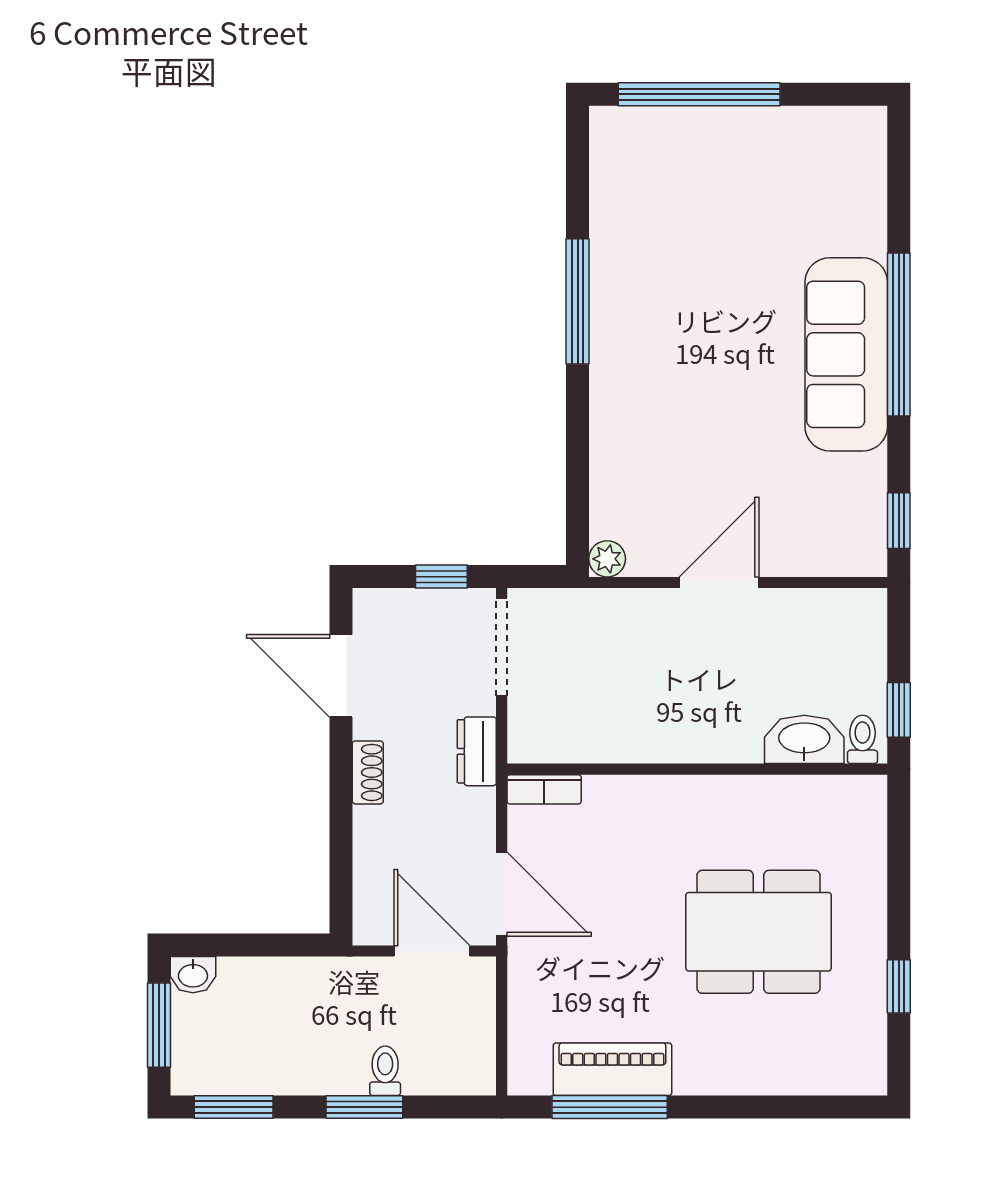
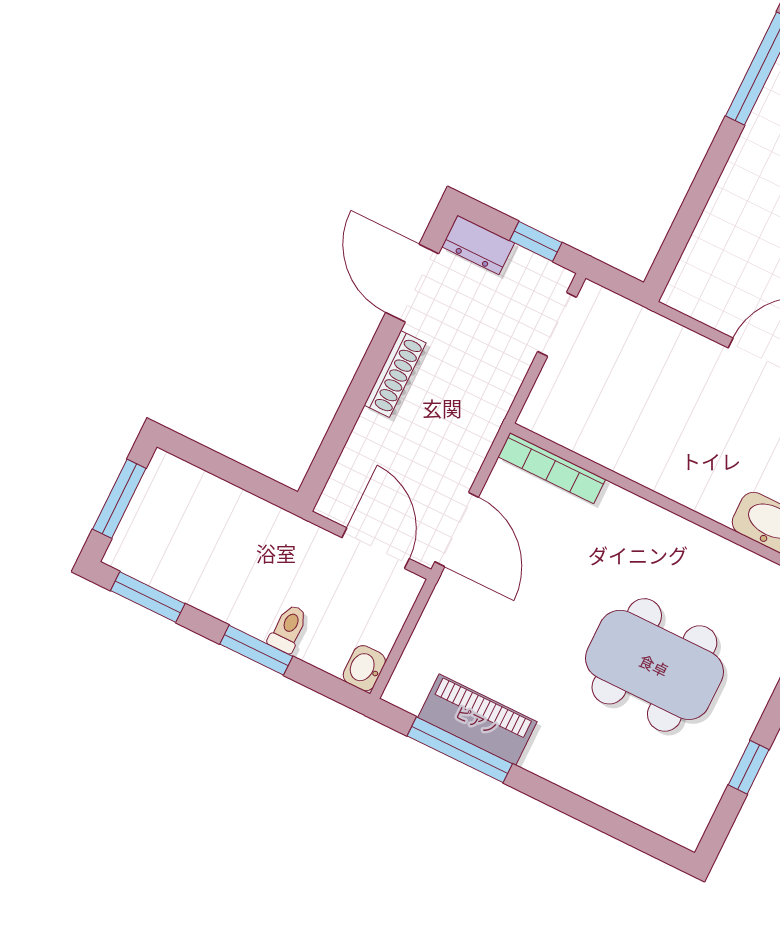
plant: (607, 559) -> (680, 294), removed
doorway: (502, 647) -> (557, 324), width x0.73
dresser: (477, 751) -> (478, 245), moved, turned -90
shoe rack: (368, 772) -> (395, 374), width x1.43
bookcase: (544, 789) -> (552, 468), width x1.56
washbasin: (193, 975) -> (364, 668), moved, turned 90

